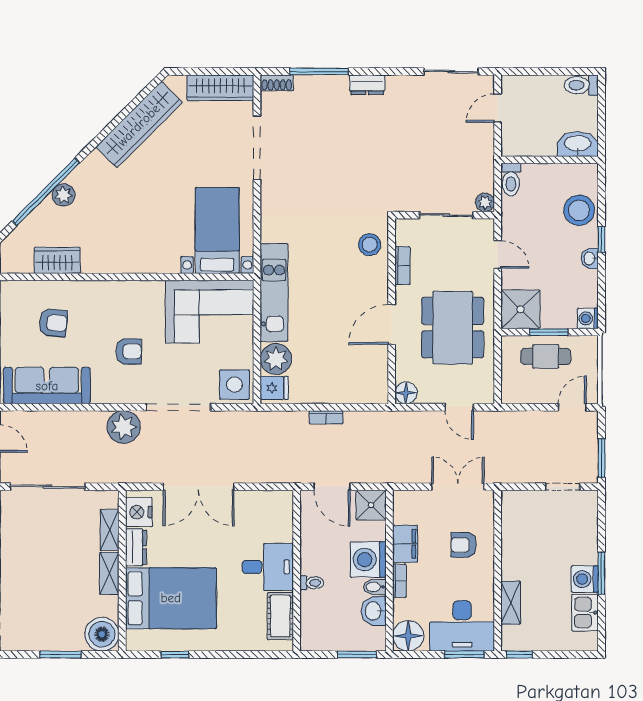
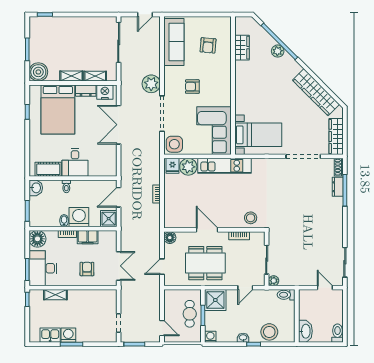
dresser: (367, 85) -> (338, 187), moved
armchair: (129, 351) -> (192, 87), turned 90
washbasin: (374, 611) -> (36, 188), moved, turned 90

